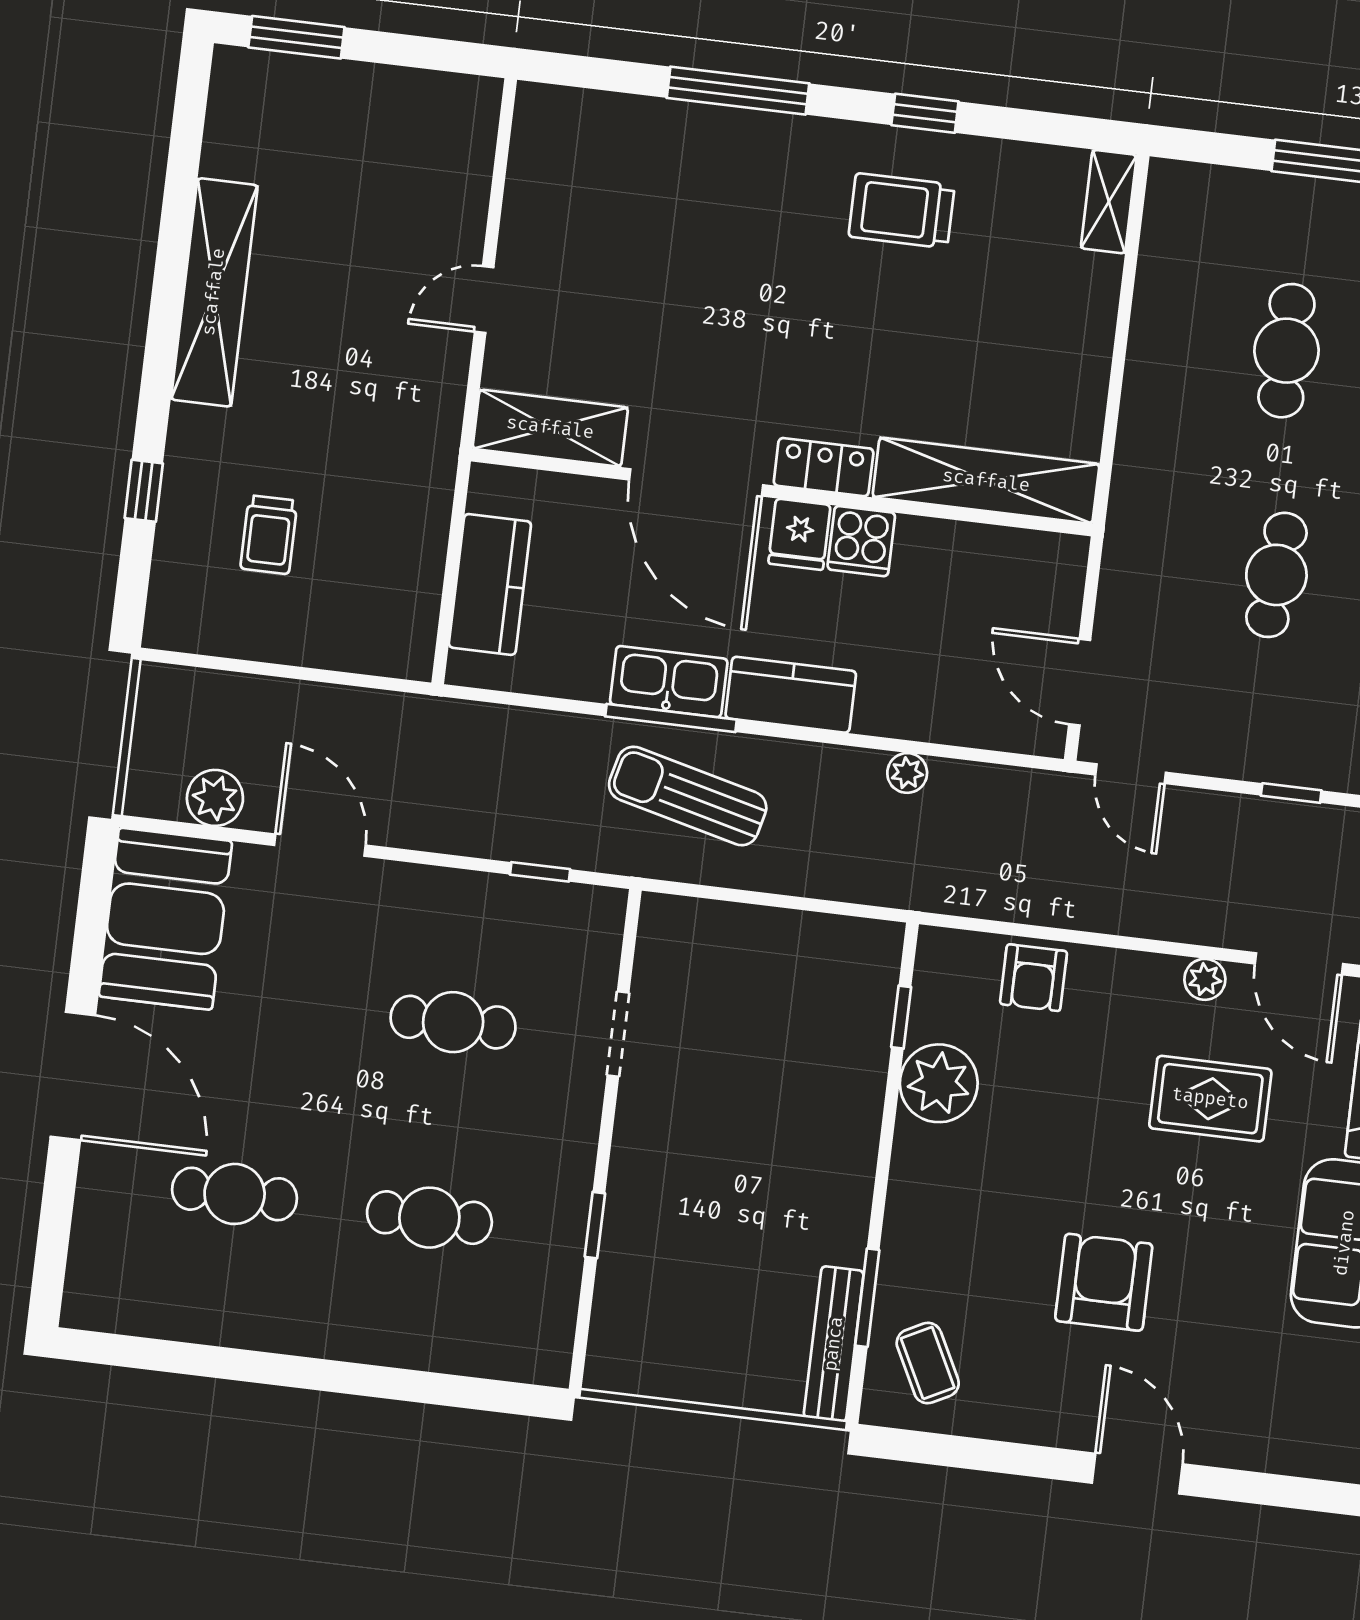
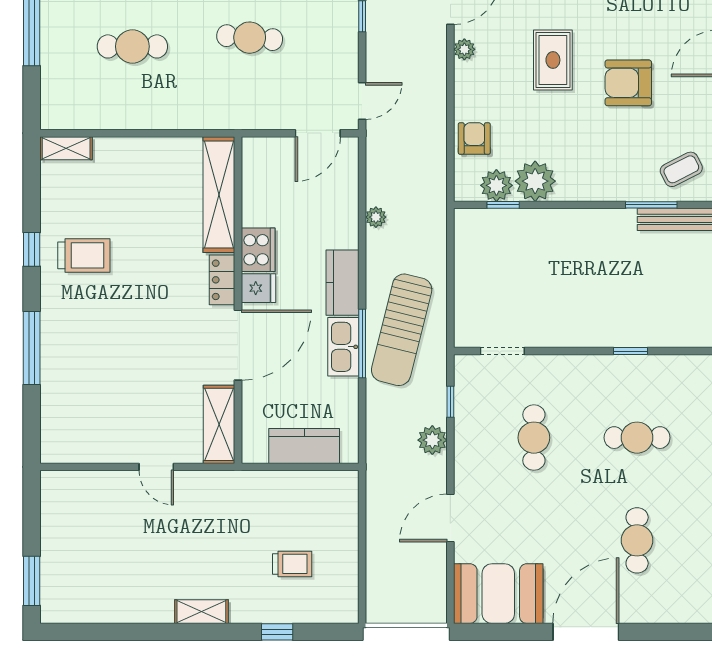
trolley: (902, 211) -> (84, 255), turned -90
shelving: (214, 292) -> (201, 612), width x0.45, depth x0.75
cooker: (861, 541) -> (258, 250), width x1.36
sun lounger: (688, 796) -> (402, 330), width x1.36, depth x1.34
plant: (215, 798) -> (432, 440), moved
armchair: (1034, 978) -> (474, 139), turned -90
plant: (939, 1009) -> (496, 185), added
doorway: (618, 1034) -> (502, 351), moved
rug: (1210, 1099) -> (553, 60), moved
cafe table: (429, 1218) -> (637, 438), turned 90

